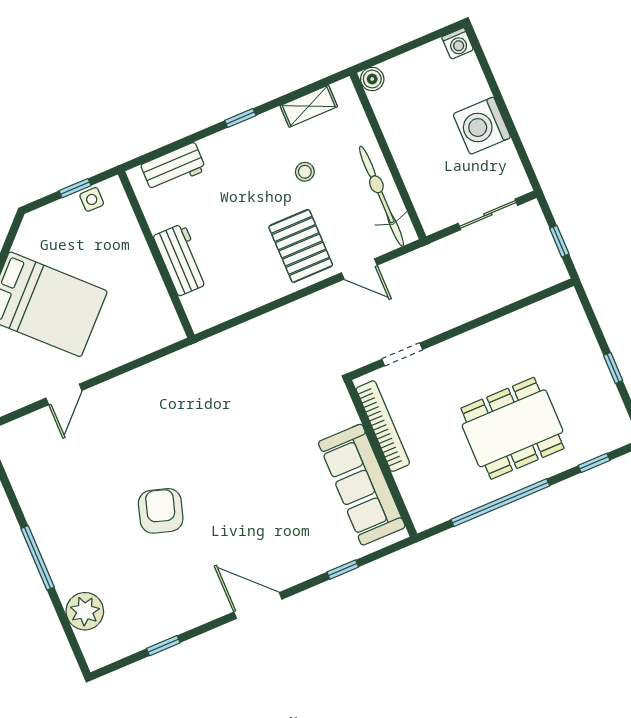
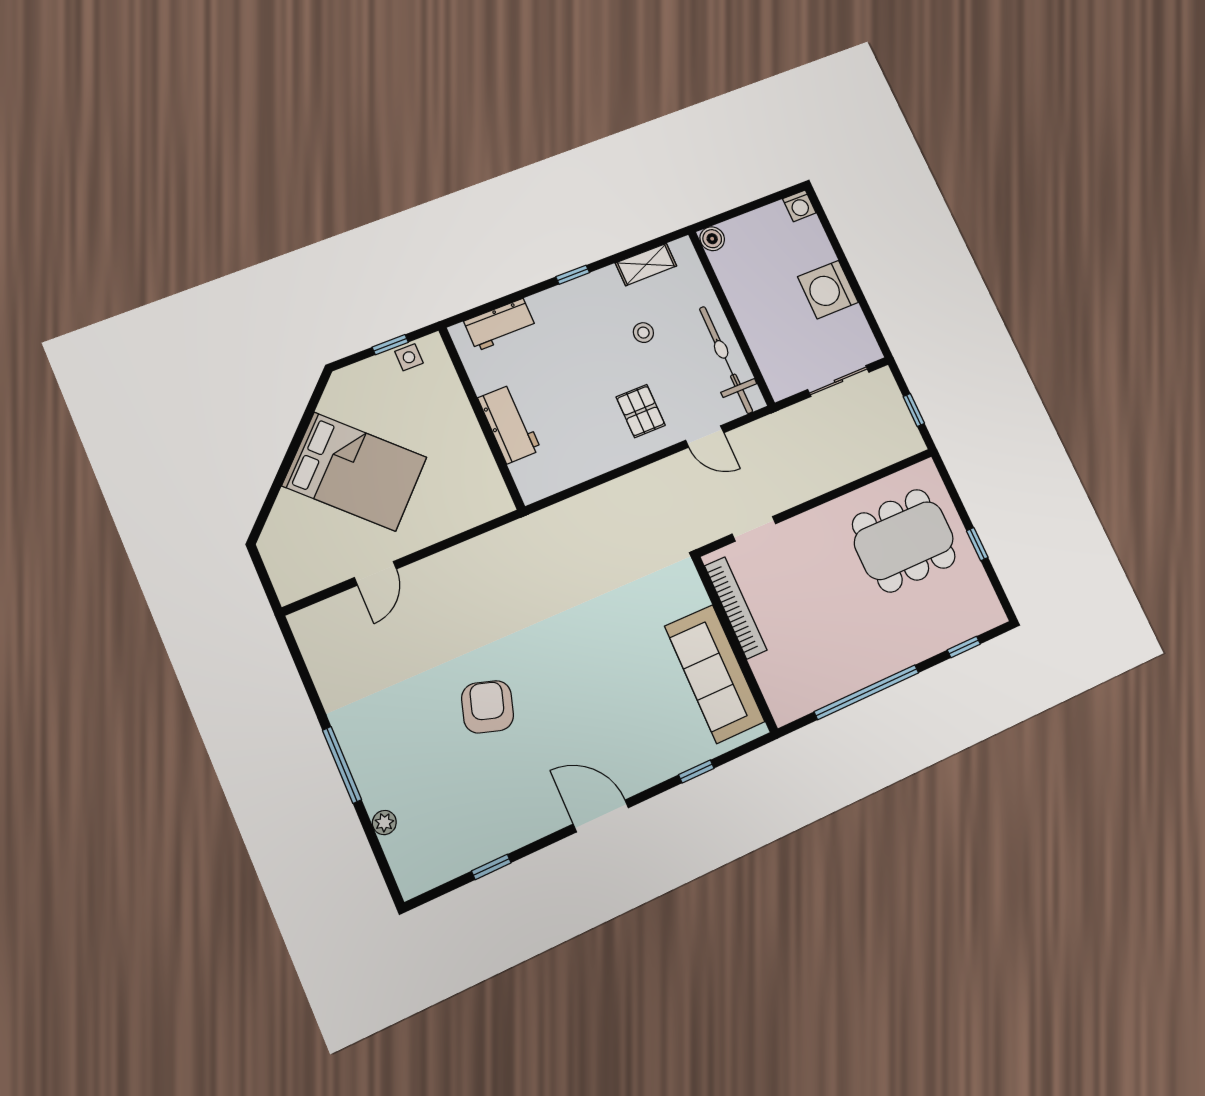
pallet: (301, 246) -> (641, 411), width x0.67, depth x0.71
dining table: (512, 428) -> (904, 541), moved
plant: (85, 611) -> (384, 823), width x0.53, depth x0.53

